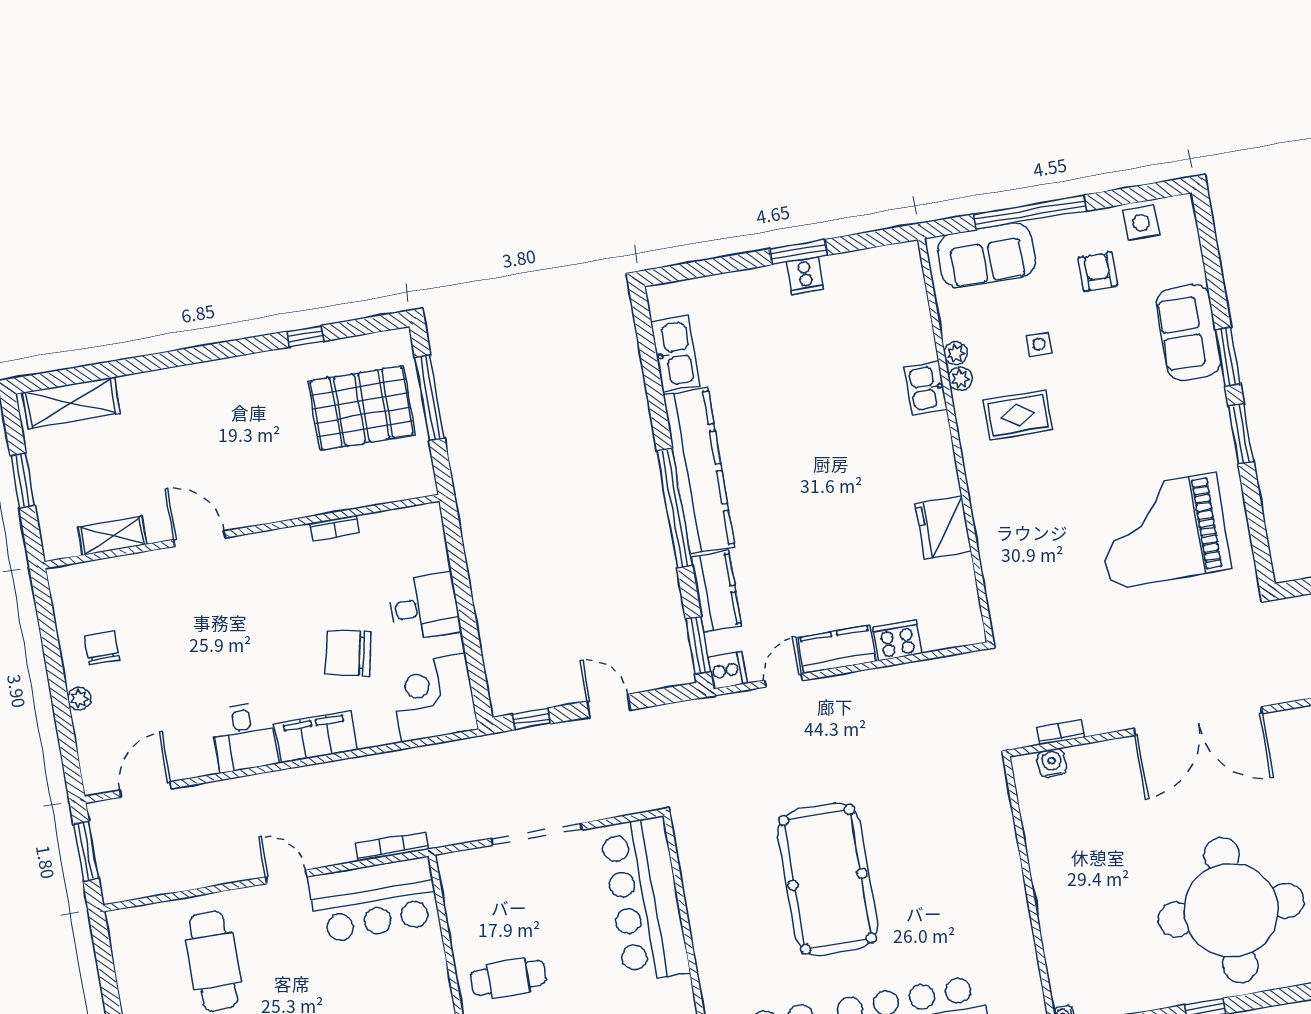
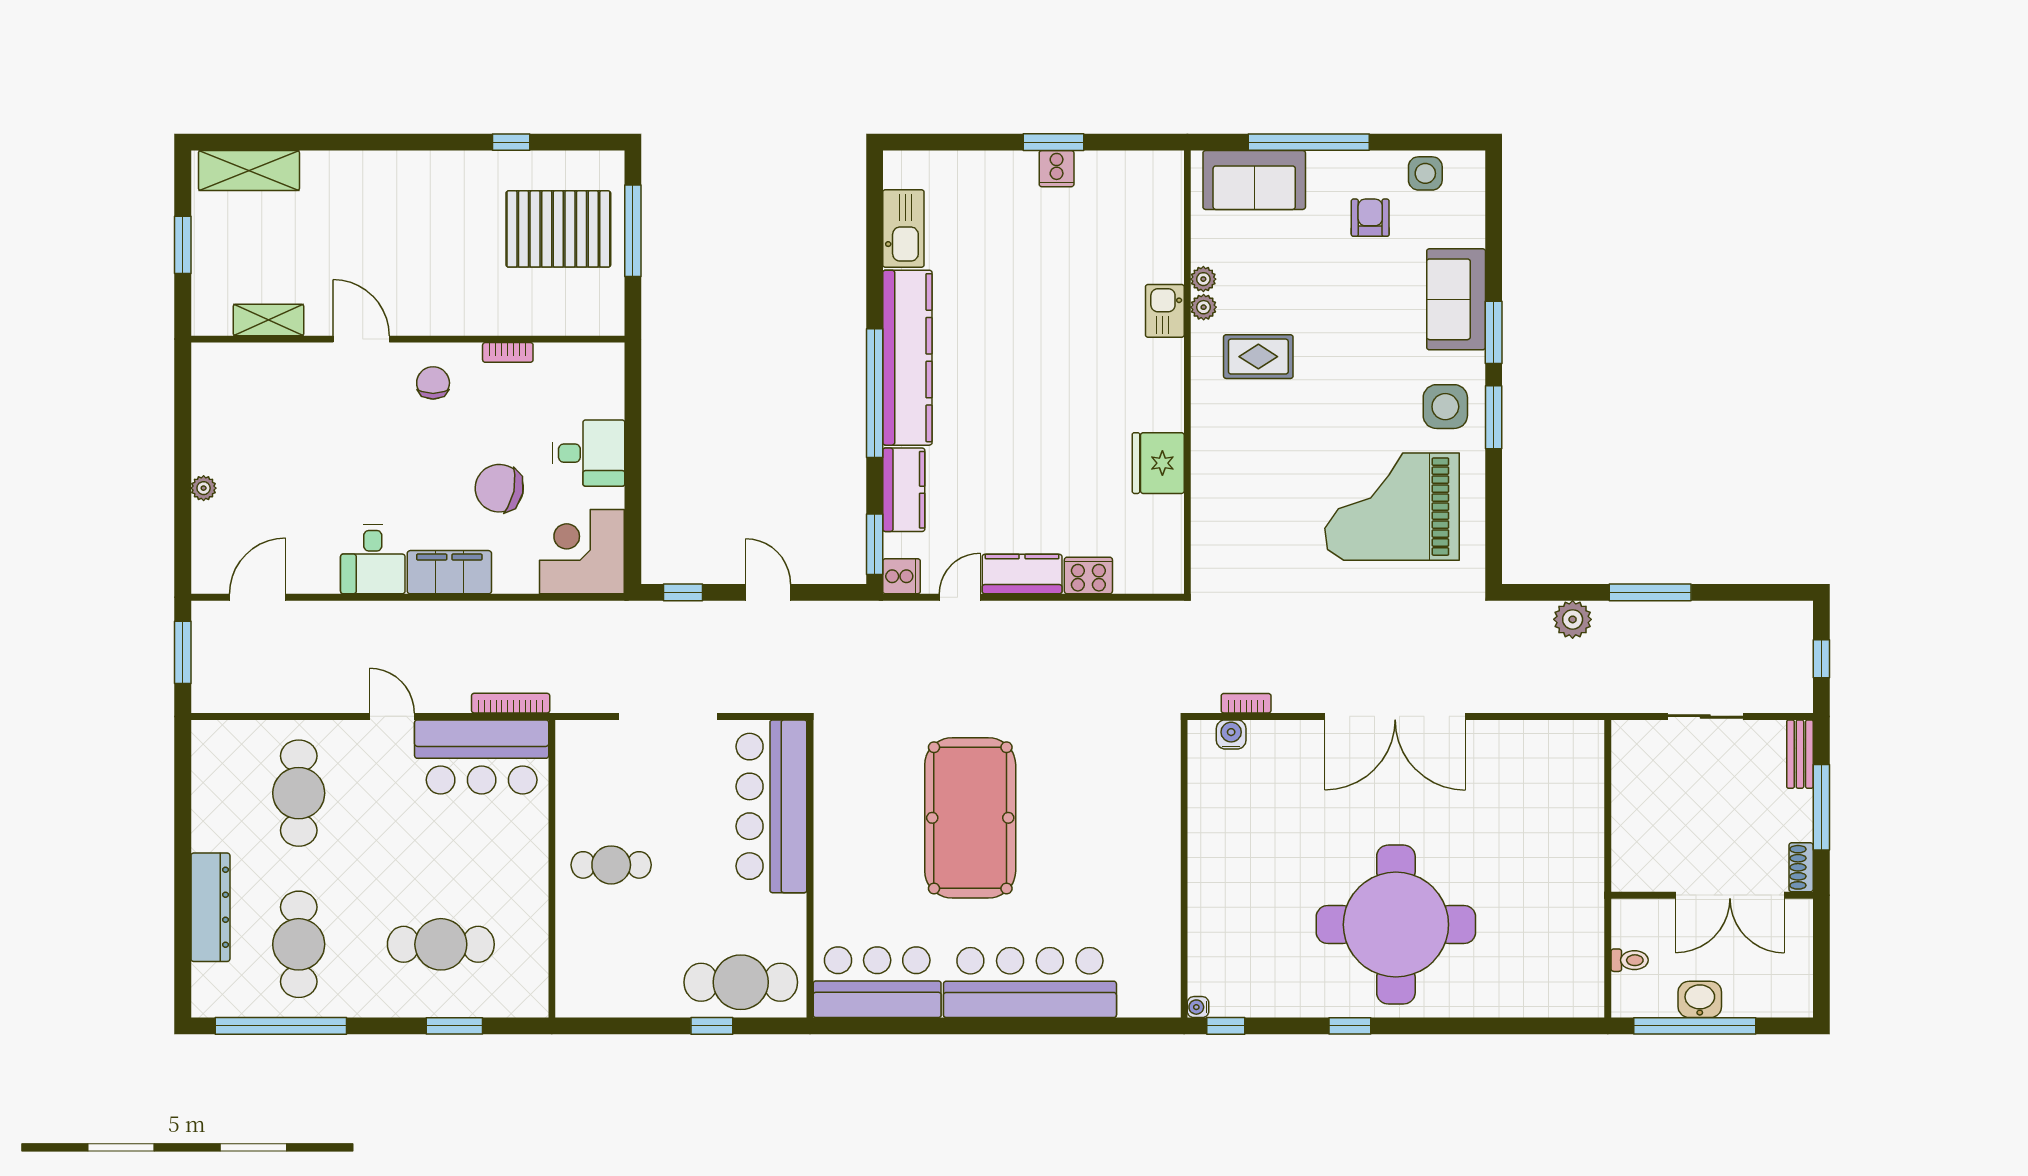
side table: (1039, 344) -> (1445, 407), moved, width x1.87, depth x1.87
chair: (102, 648) -> (433, 383), moved

